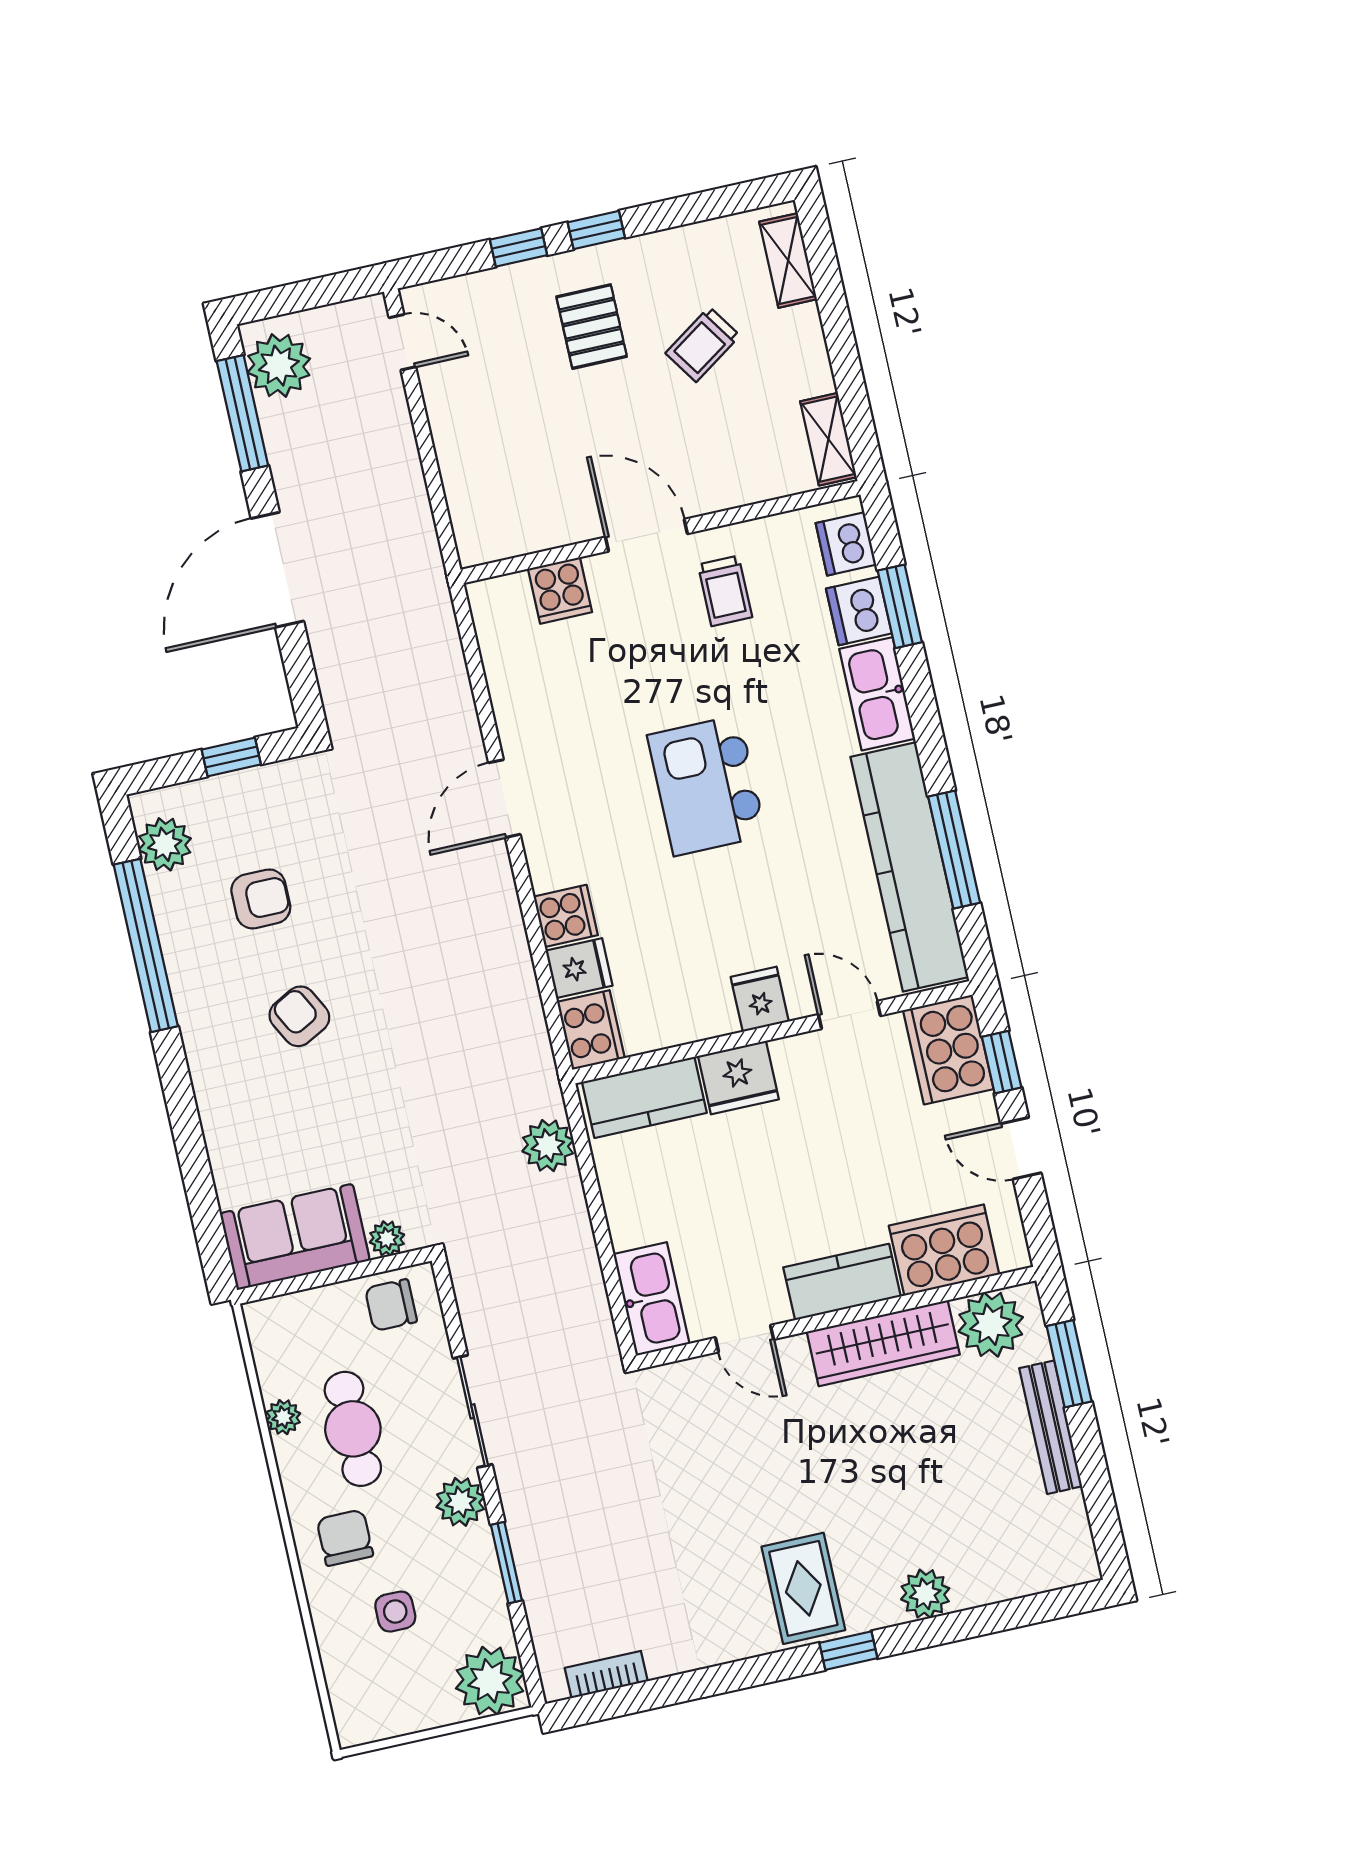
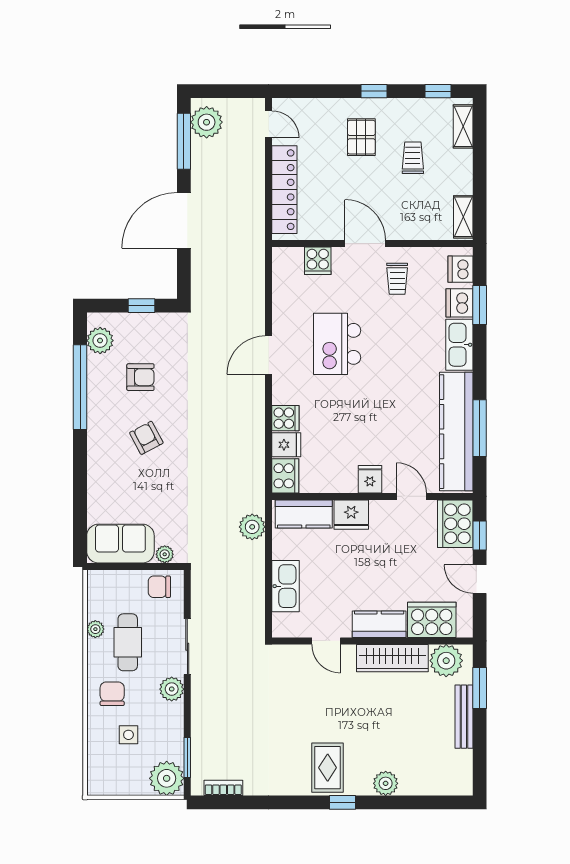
window: (518, 247) -> (438, 91), moved
trolley: (703, 344) -> (413, 158), turned 124
locker: (463, 465) -> (284, 190), added
kitchen island: (707, 786) -> (337, 344), moved
kitchen sink: (651, 1299) -> (285, 586), moved
window: (506, 1563) -> (187, 757), moved

